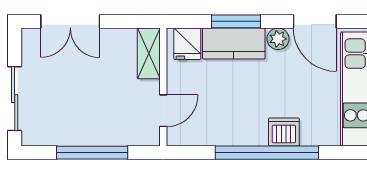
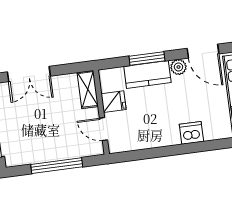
fridge: (187, 44) -> (114, 102), moved, turned -90
door: (163, 111) -> (103, 129), swing flipped
window: (267, 153) -> (181, 149), removed

